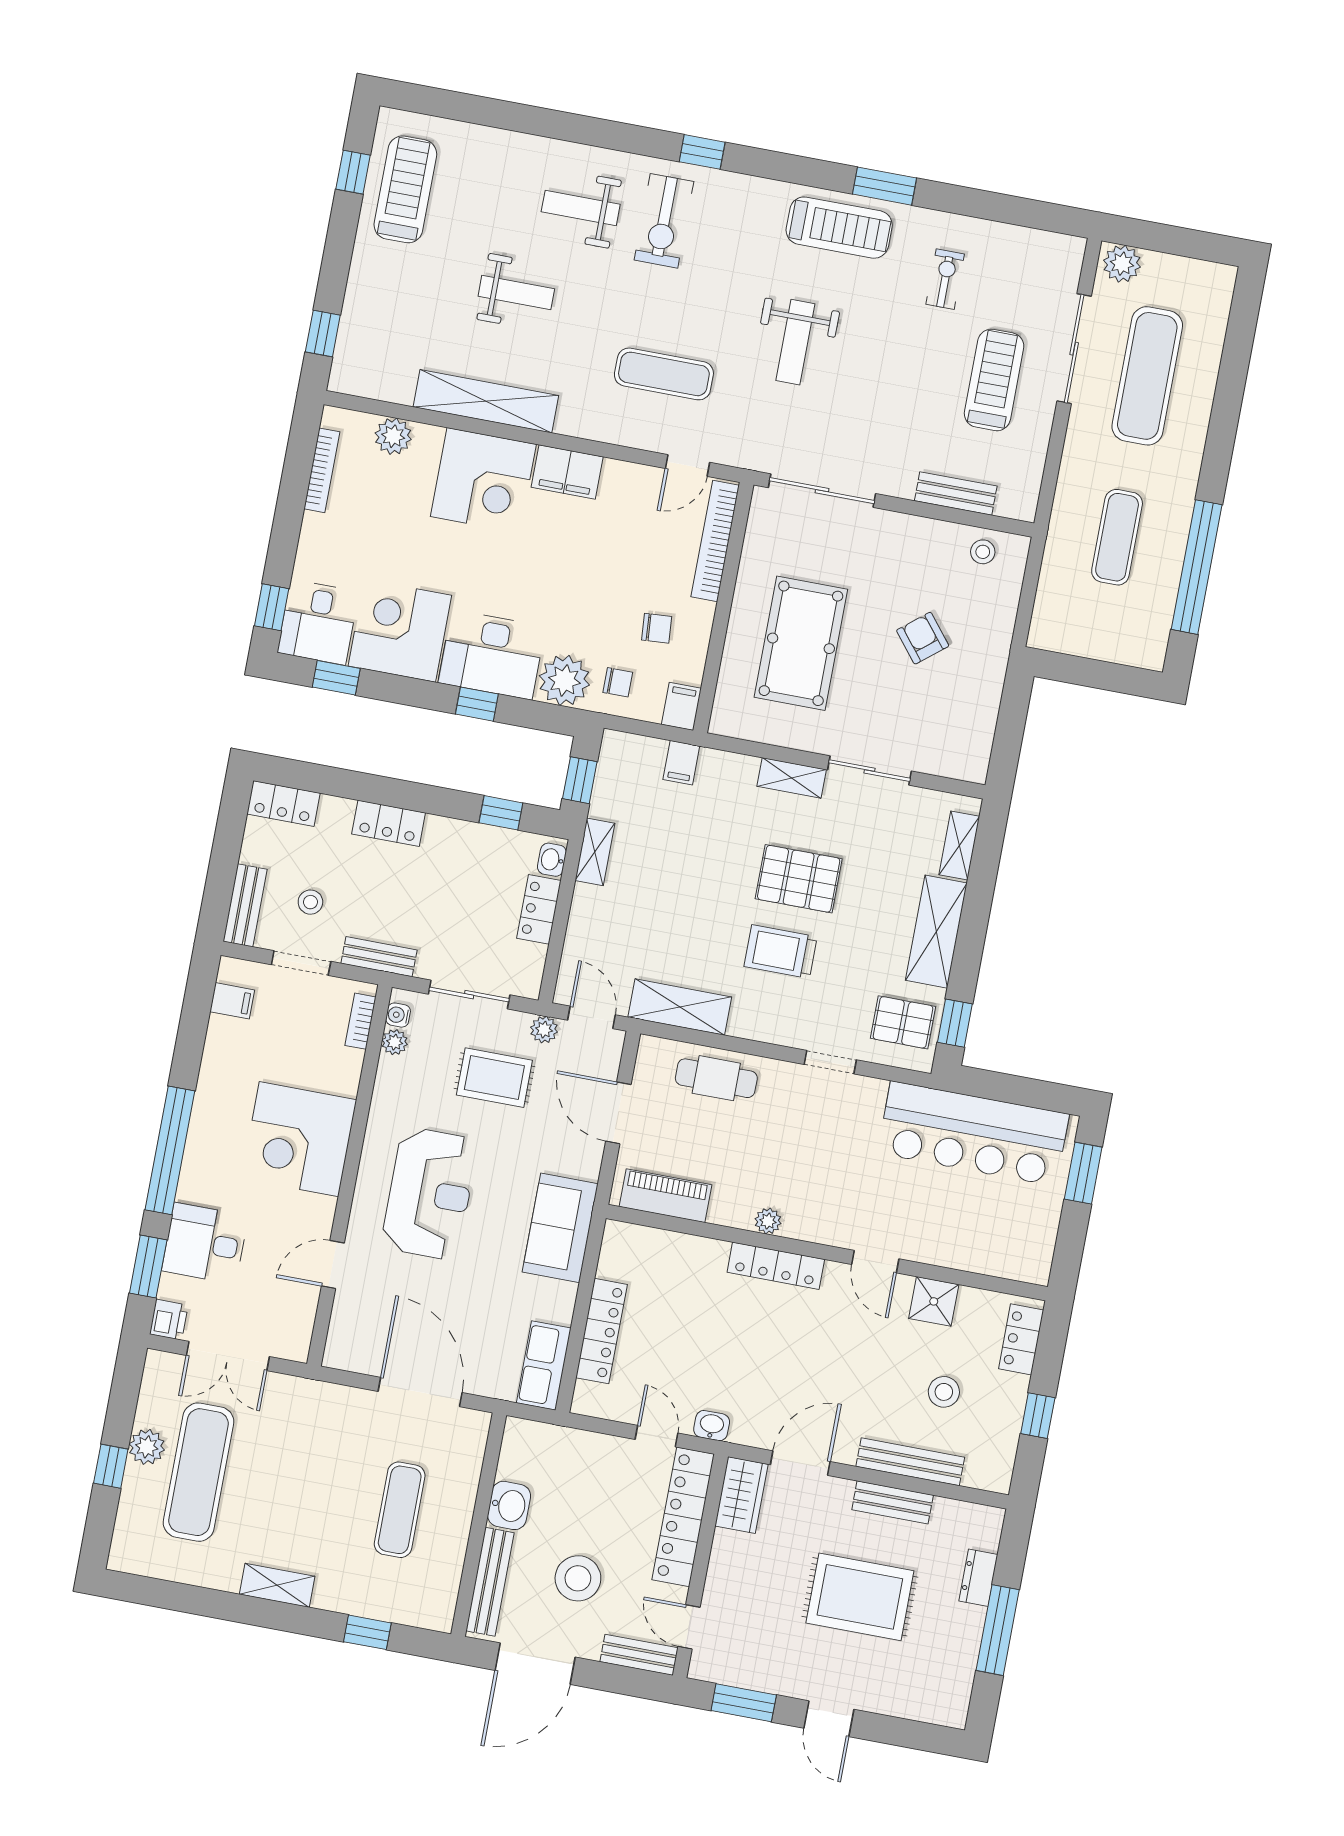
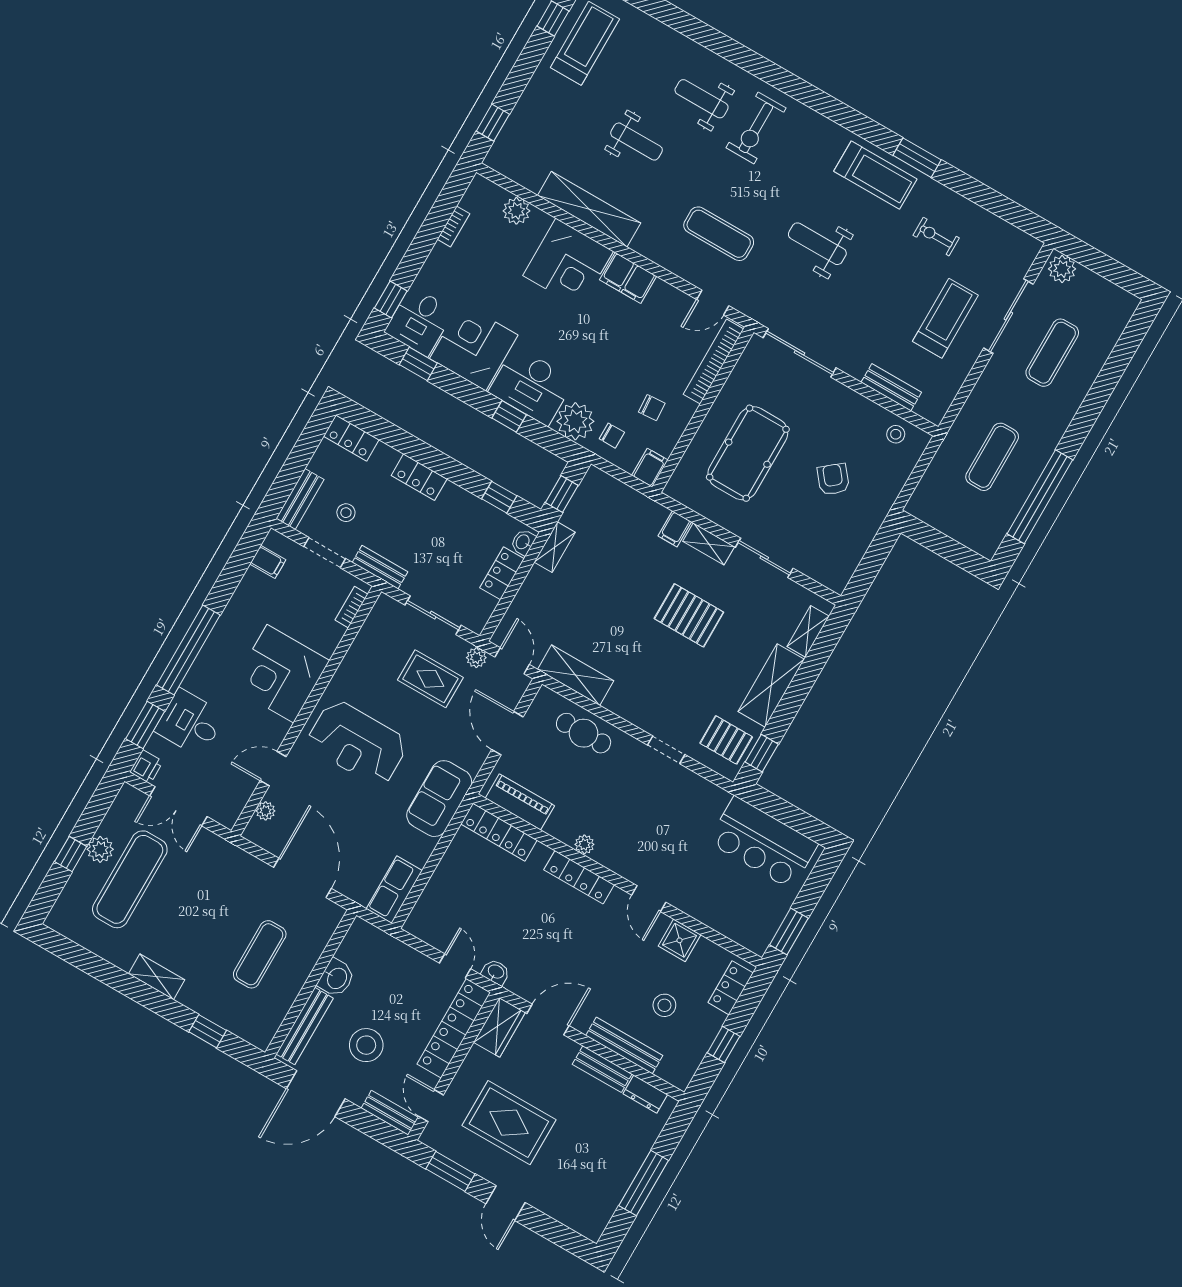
window: (702, 152) -> (799, 90), removed
exercise bike: (945, 279) -> (936, 237), turned -90
weight bench: (795, 342) -> (817, 244), turned 90
exercise mat: (1147, 376) -> (1052, 353), width x0.73, depth x0.69
bookcase: (322, 470) -> (453, 226), width x0.64
filing cabinet: (681, 763) -> (675, 529), moved
trolley: (781, 952) -> (659, 661), removed
water cooler: (398, 1015) -> (379, 612), removed
plant: (395, 1042) -> (266, 811), moved
bar counter: (973, 1134) -> (763, 843), width x0.73
window: (1083, 1173) -> (789, 932), moved
reception desk: (430, 1194) -> (357, 743), turned 90
locker: (602, 1331) -> (499, 832), moved, turned 90
dresser: (978, 1578) -> (645, 1094), moved, turned -90
rug: (860, 1597) -> (509, 1123), moved

